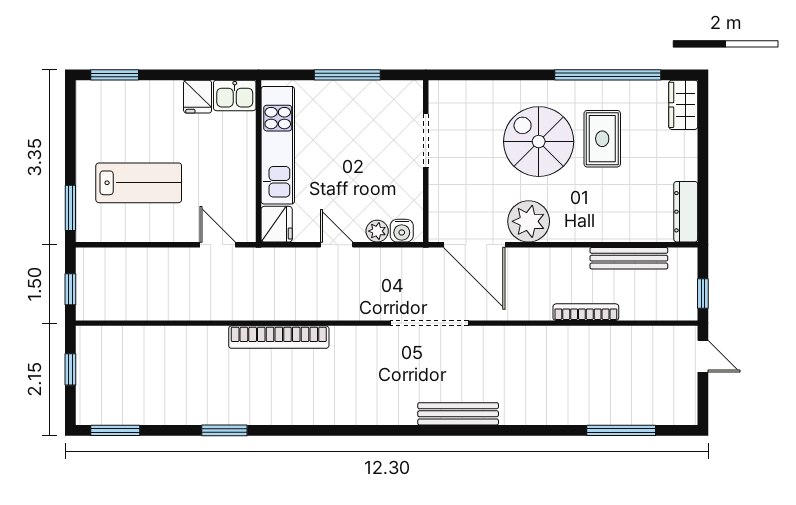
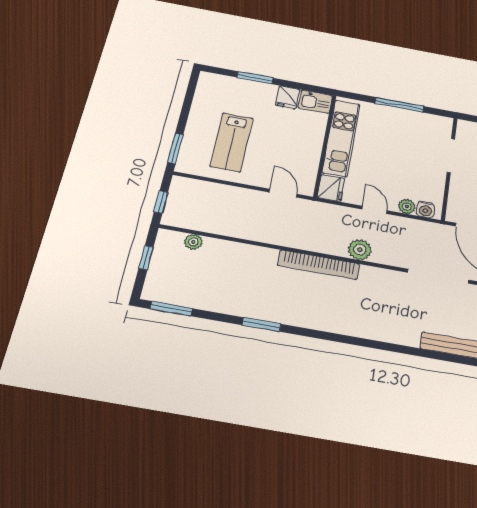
window: (115, 75) -> (255, 78), moved
lab bench: (139, 183) -> (232, 142), turned 90
plant: (326, 306) -> (360, 250), added
plant: (122, 337) -> (193, 242), added

